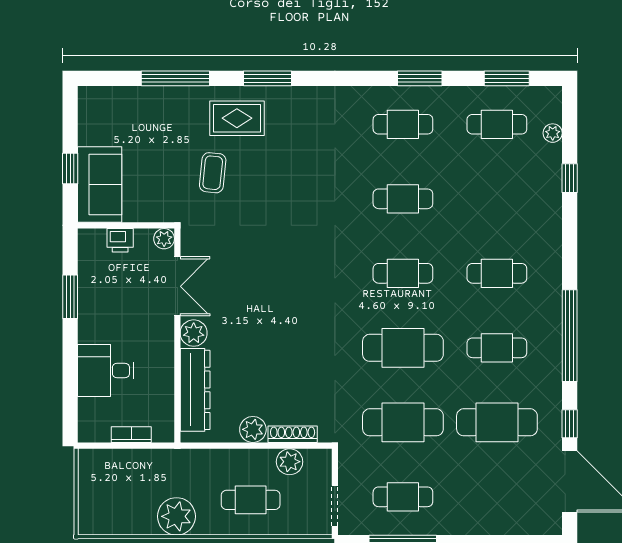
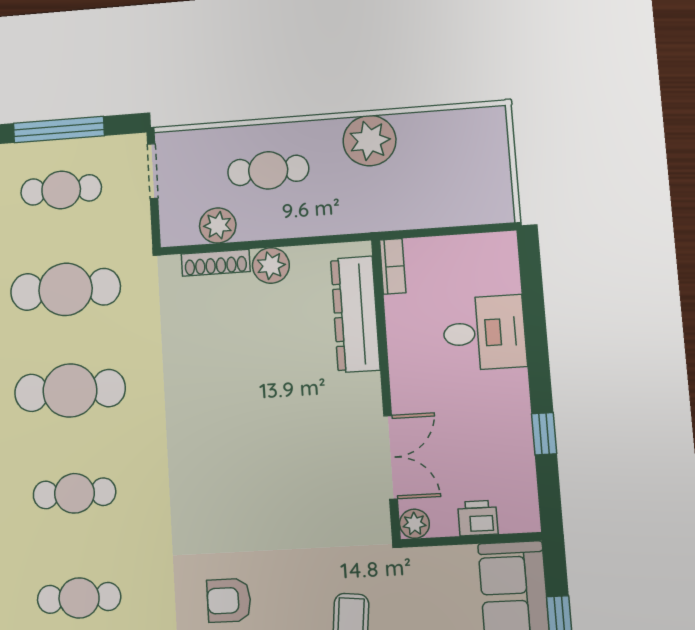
armchair: (297, 192) -> (229, 600), added
double door: (177, 286) -> (391, 457), swing flipped
window: (70, 297) -> (544, 434), width x0.67
plant: (194, 333) -> (363, 393), removed
bookcase: (131, 435) -> (393, 266), moved, turned -90

